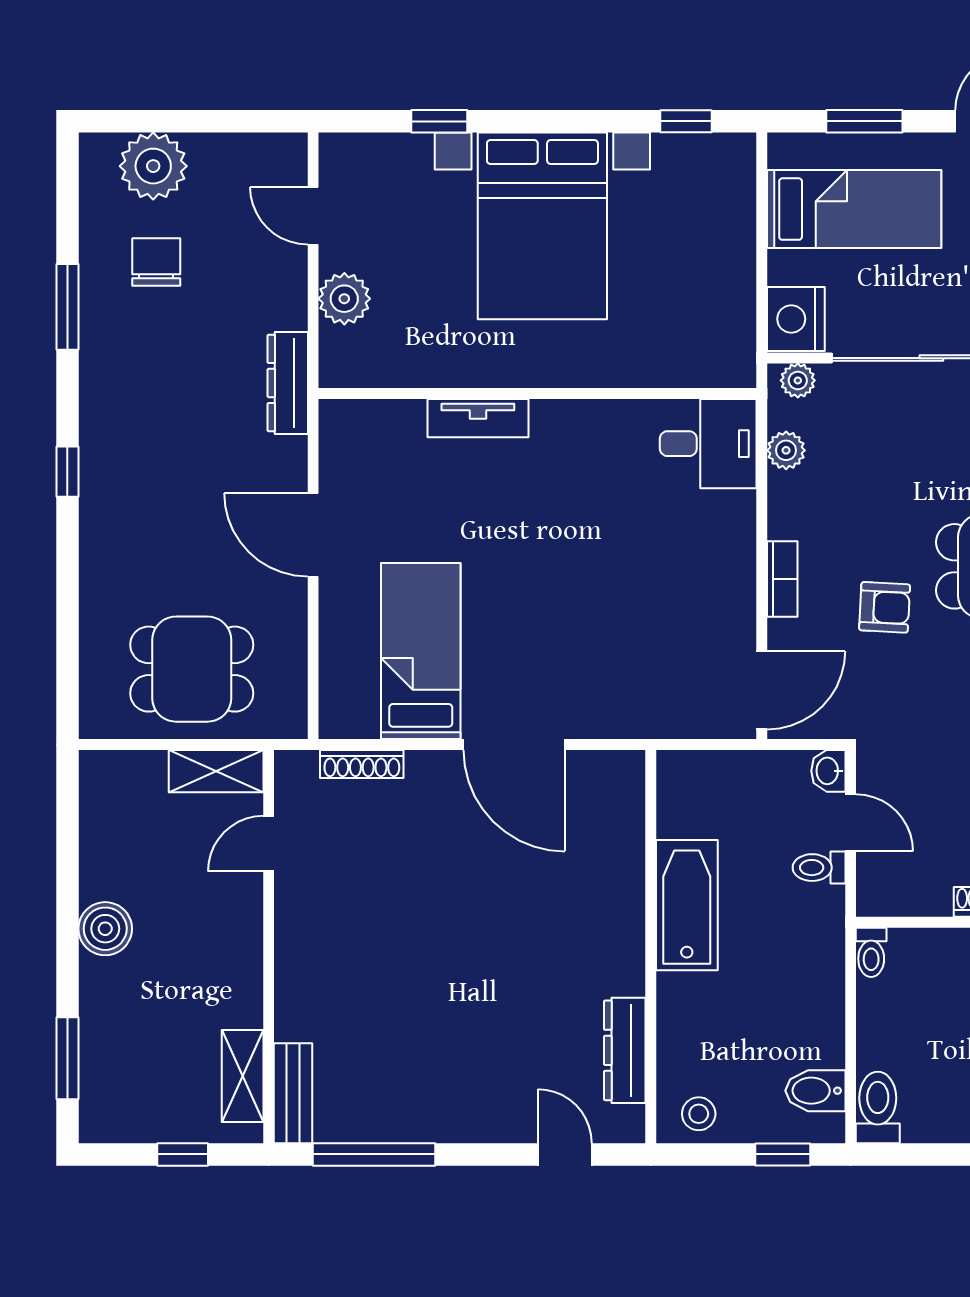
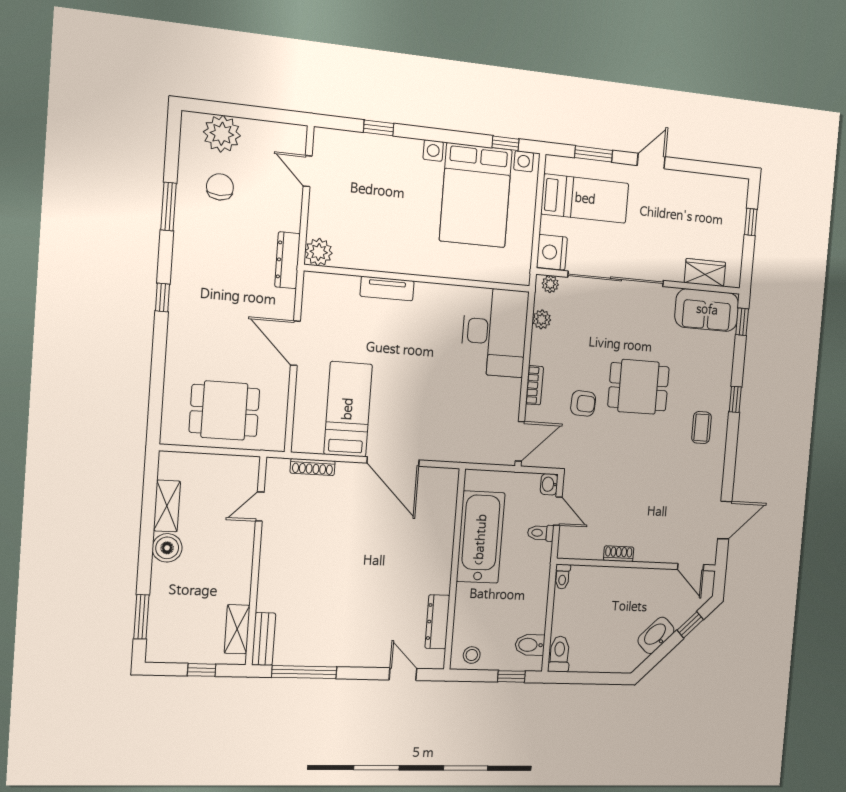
bed with nightstands: (542, 226) -> (476, 195), moved
plant: (344, 299) -> (319, 252), moved
desk: (708, 444) -> (495, 332), width x1.87, depth x1.30
shelving: (216, 771) -> (167, 506), moved, turned 90
bathtub: (687, 905) -> (481, 537), width x1.36, depth x1.36

